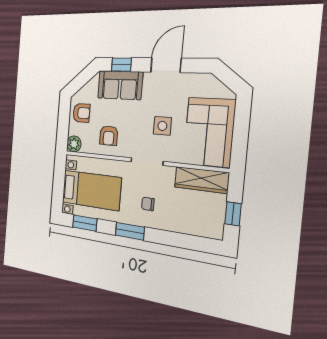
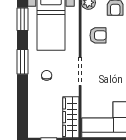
side table: (162, 126) -> (109, 82), removed
armchair: (109, 136) -> (98, 35), turned 180

